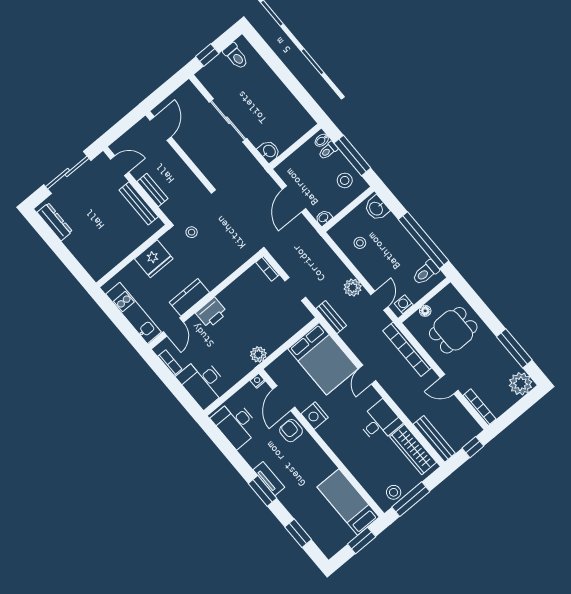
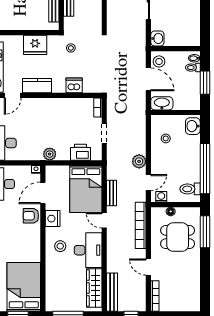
window: (352, 156) -> (205, 83), width x0.69
stool: (345, 180) -> (159, 61), moved
door: (294, 199) -> (148, 79), swing flipped
washbasin: (324, 218) -> (162, 103), width x1.91, depth x1.45
dishwasher: (226, 266) -> (74, 85), added
printer: (211, 313) -> (81, 152), moved, turned 180
bench: (331, 317) -> (112, 193), moved
window: (514, 348) -> (205, 232), moved
door: (367, 375) -> (104, 220), hinge flipped
plant: (521, 384) -> (191, 302), removed
desk: (380, 422) -> (88, 250), width x1.37
armchair: (291, 431) -> (31, 216), turned -90
stool: (394, 492) -> (60, 246), moved
bed: (348, 502) -> (24, 287), width x1.50

